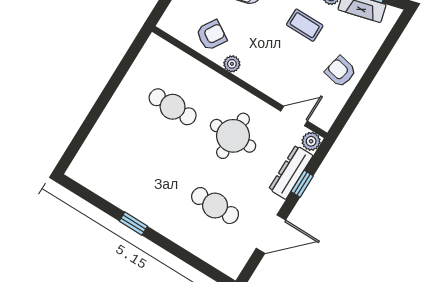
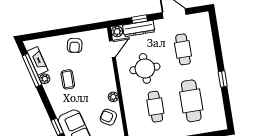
door: (294, 116) -> (112, 49), swing flipped
cafe table: (140, 159) -> (191, 101), added

